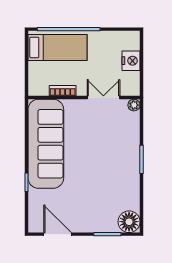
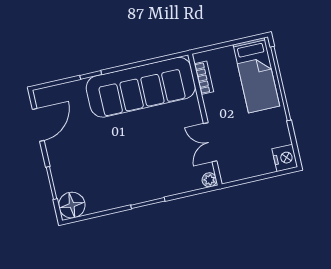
nightstand: (131, 61) -> (285, 158), moved, turned -90
bookcase: (63, 91) -> (204, 78), moved
double door: (103, 98) -> (210, 142), swing flipped

